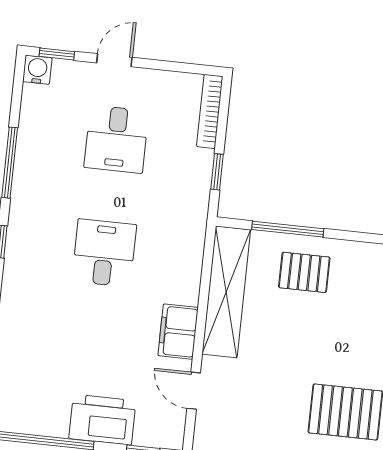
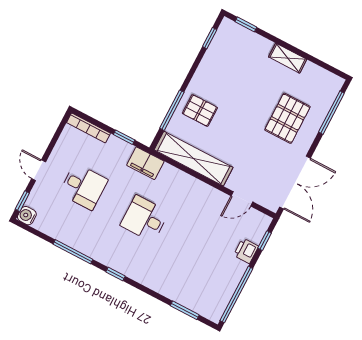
pallet: (304, 272) -> (200, 110), turned 90
filing cabinet: (178, 332) -> (145, 163), moved
printer: (102, 420) -> (246, 251), width x0.53, depth x0.68

